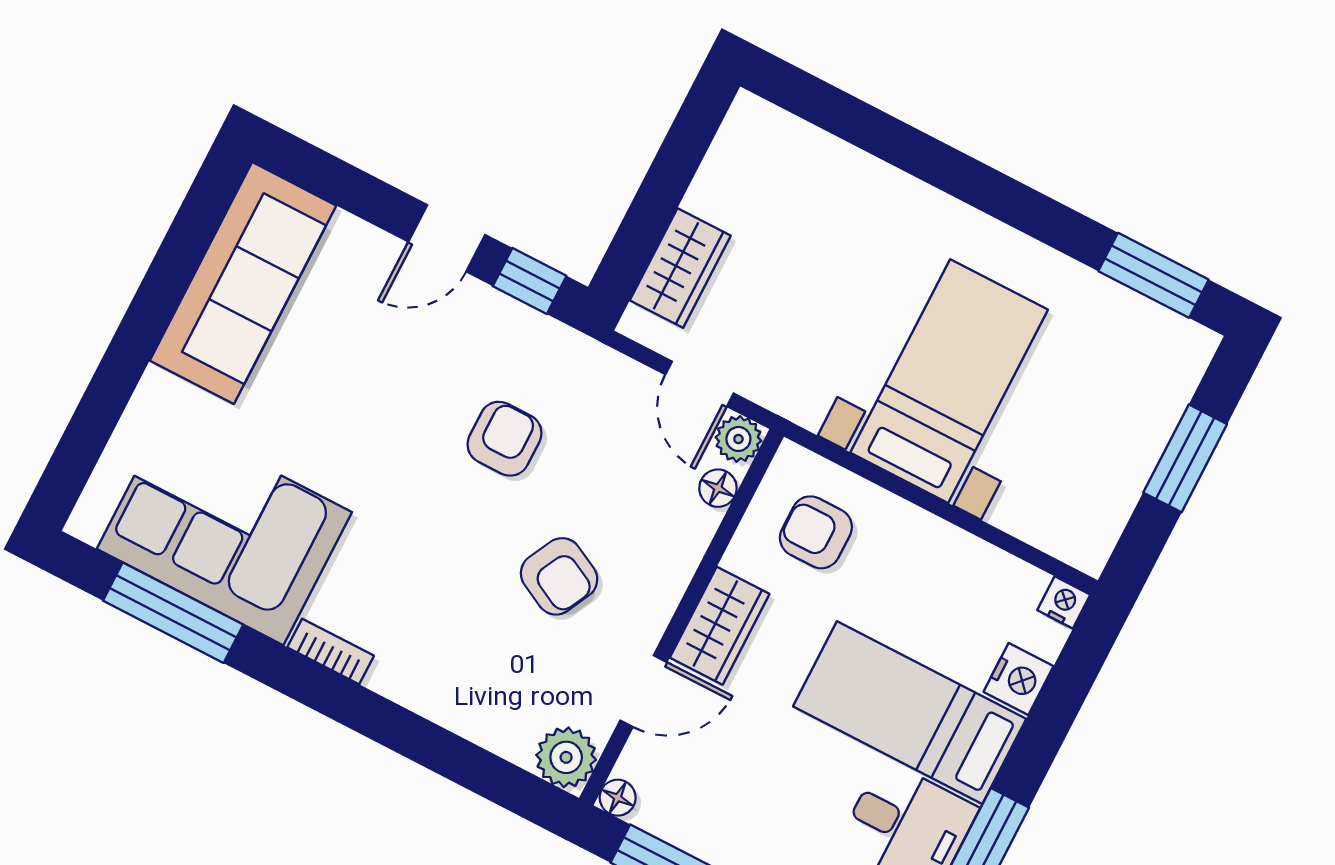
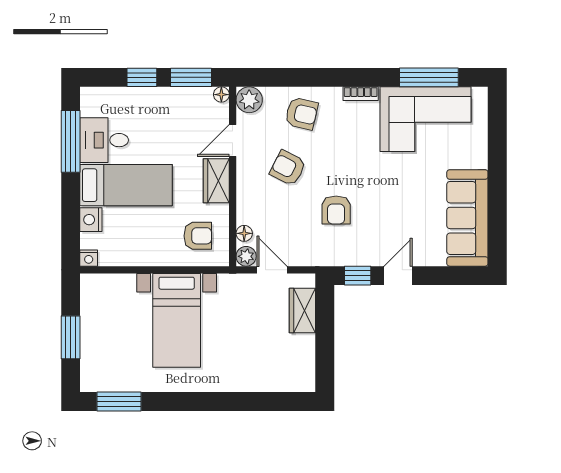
armchair: (473, 674) -> (302, 114), added

